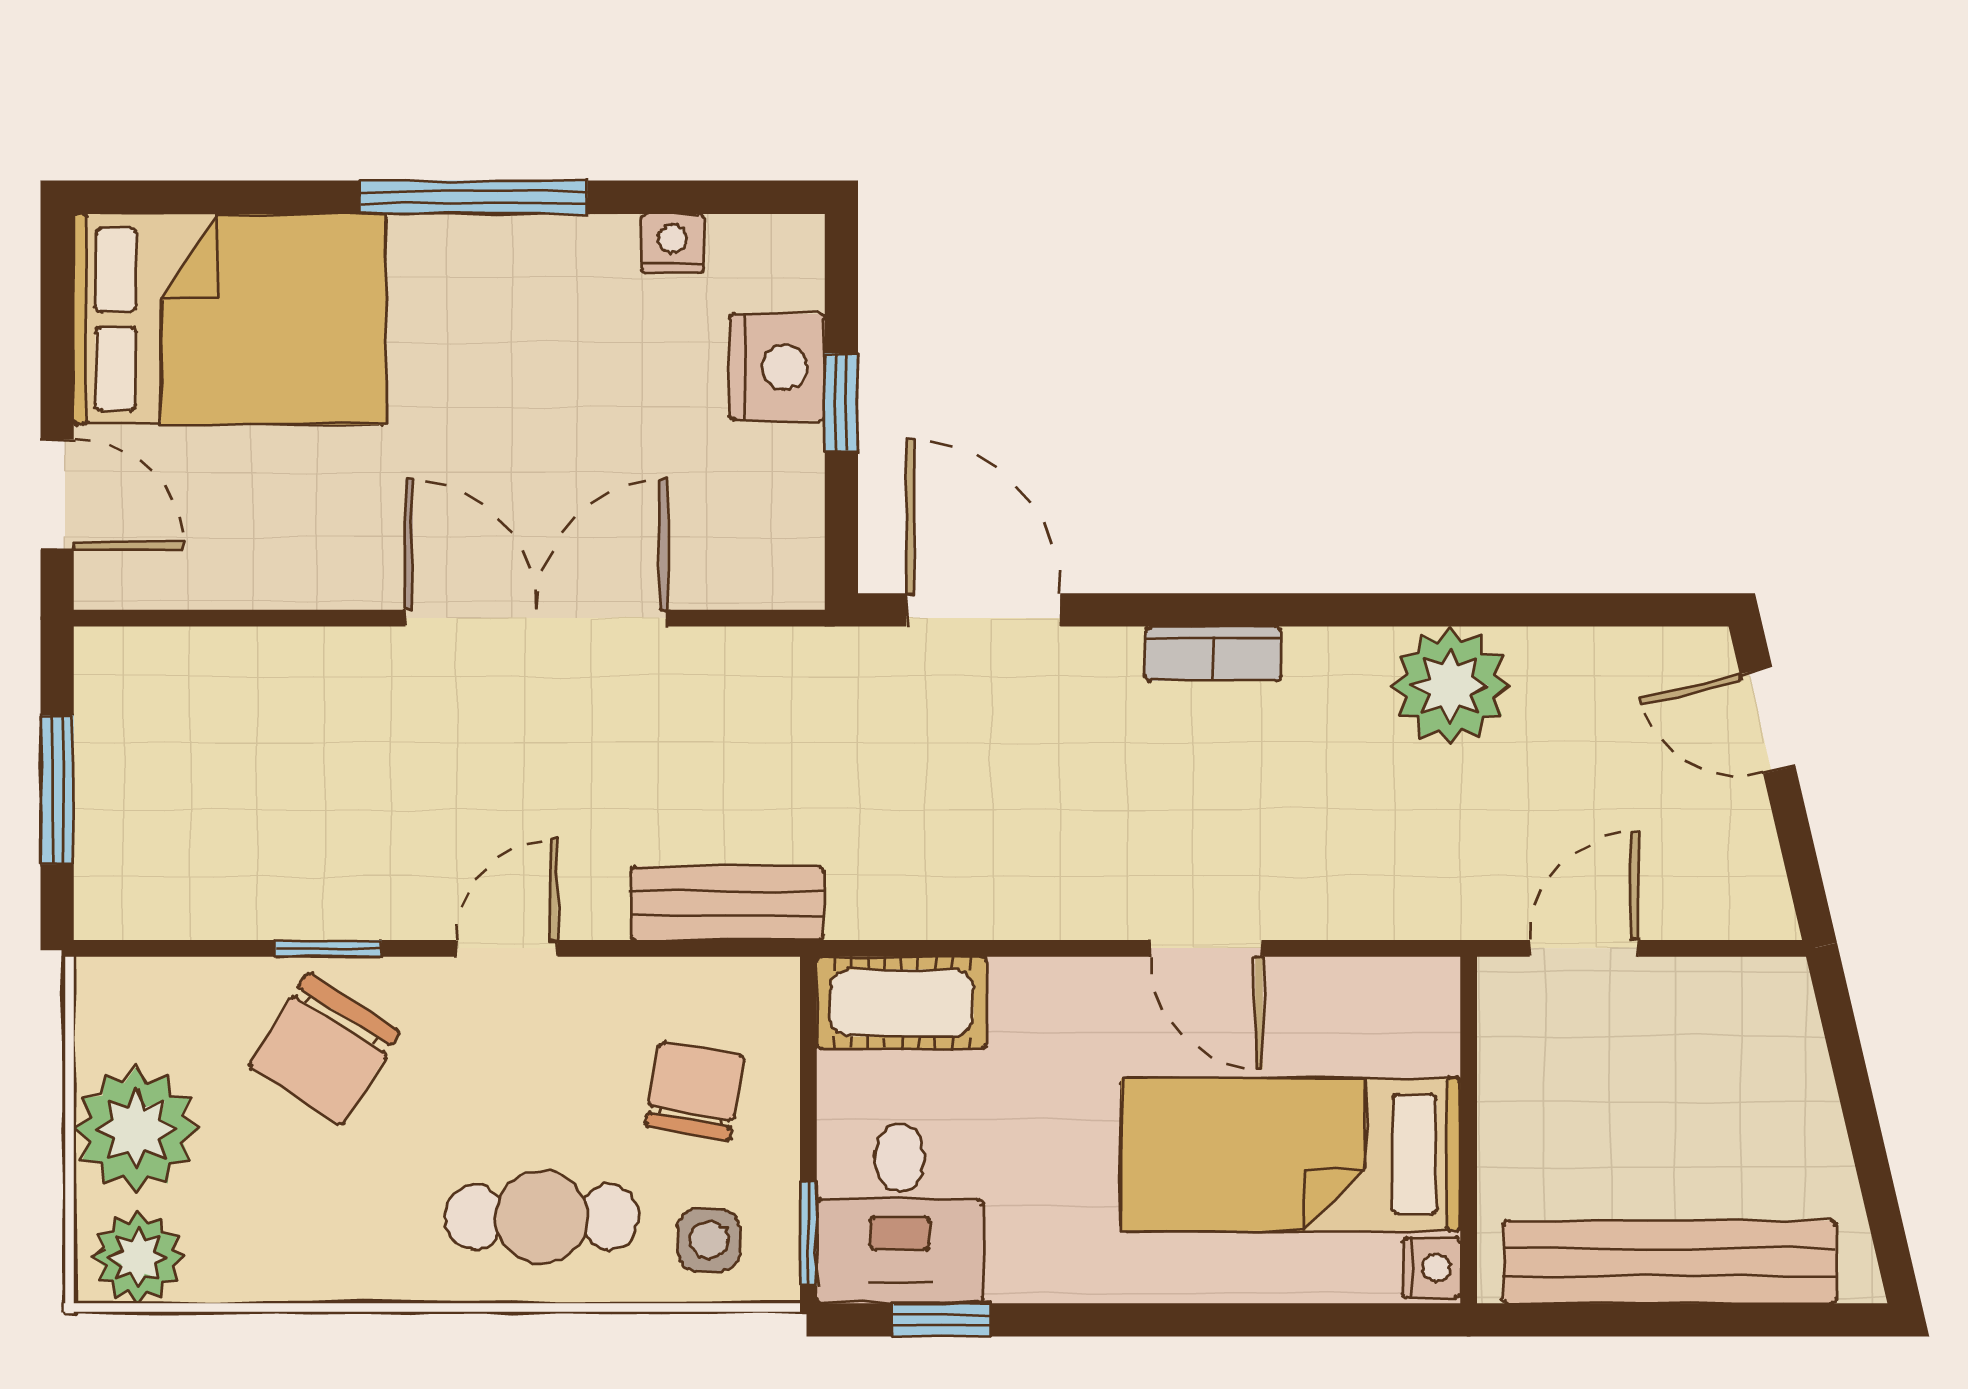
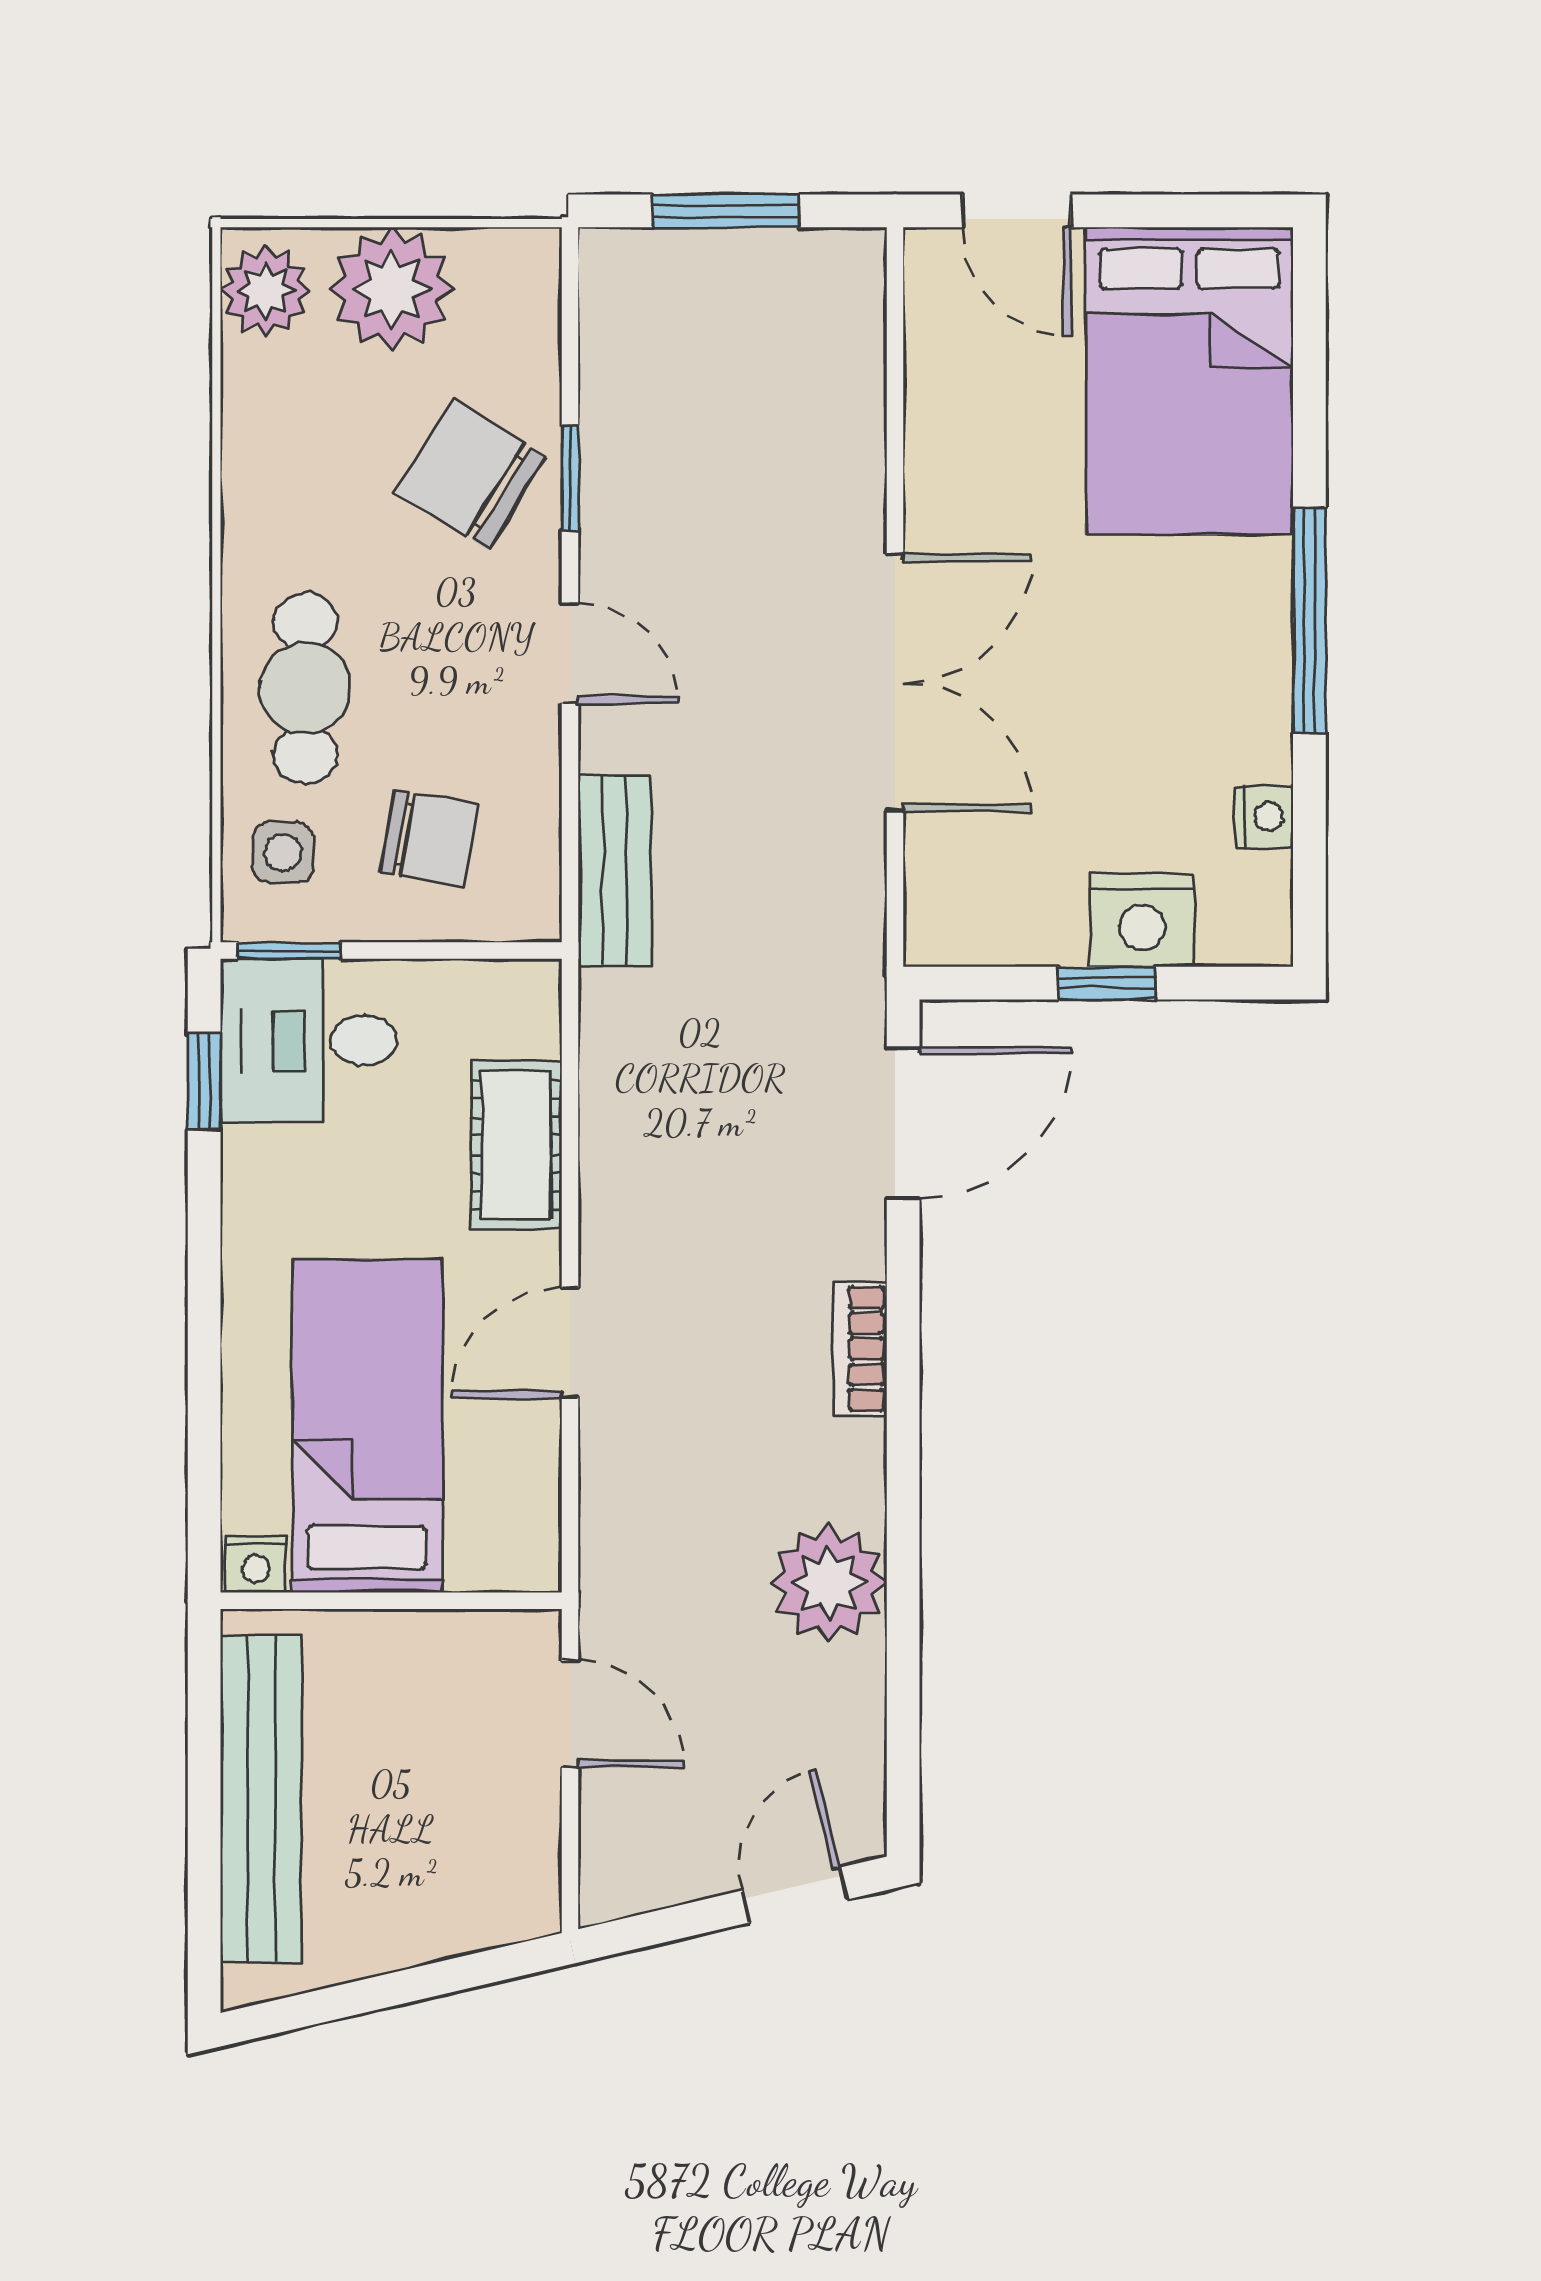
door: (57, 495) -> (1017, 211), hinge flipped
cot: (902, 1003) -> (516, 1145), moved

